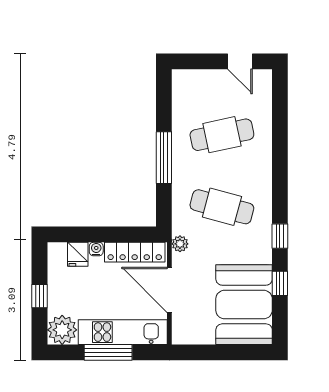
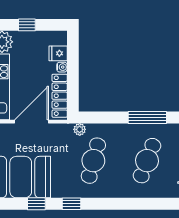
cafe table: (222, 135) -> (147, 161), turned 33
window: (164, 158) -> (147, 117), moved
plant: (180, 244) -> (80, 129), moved

